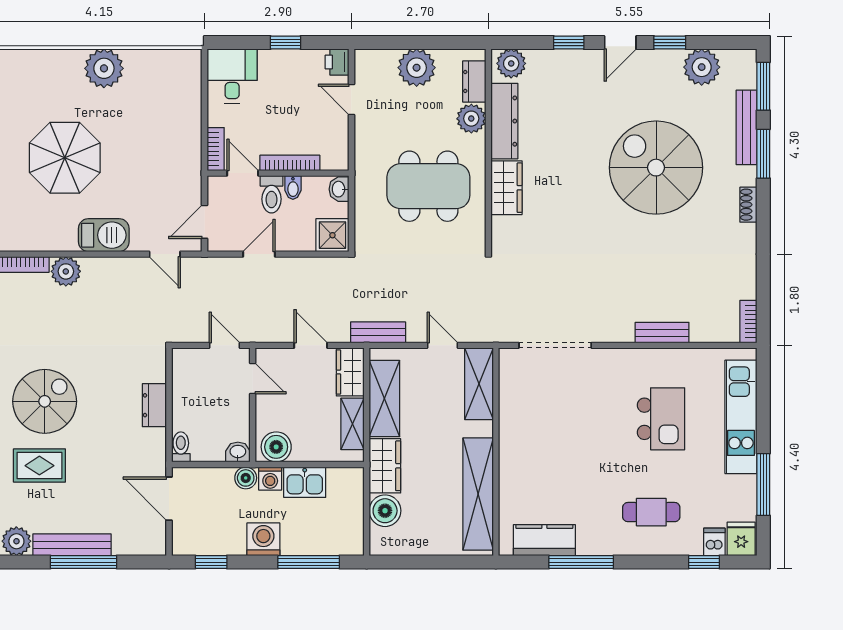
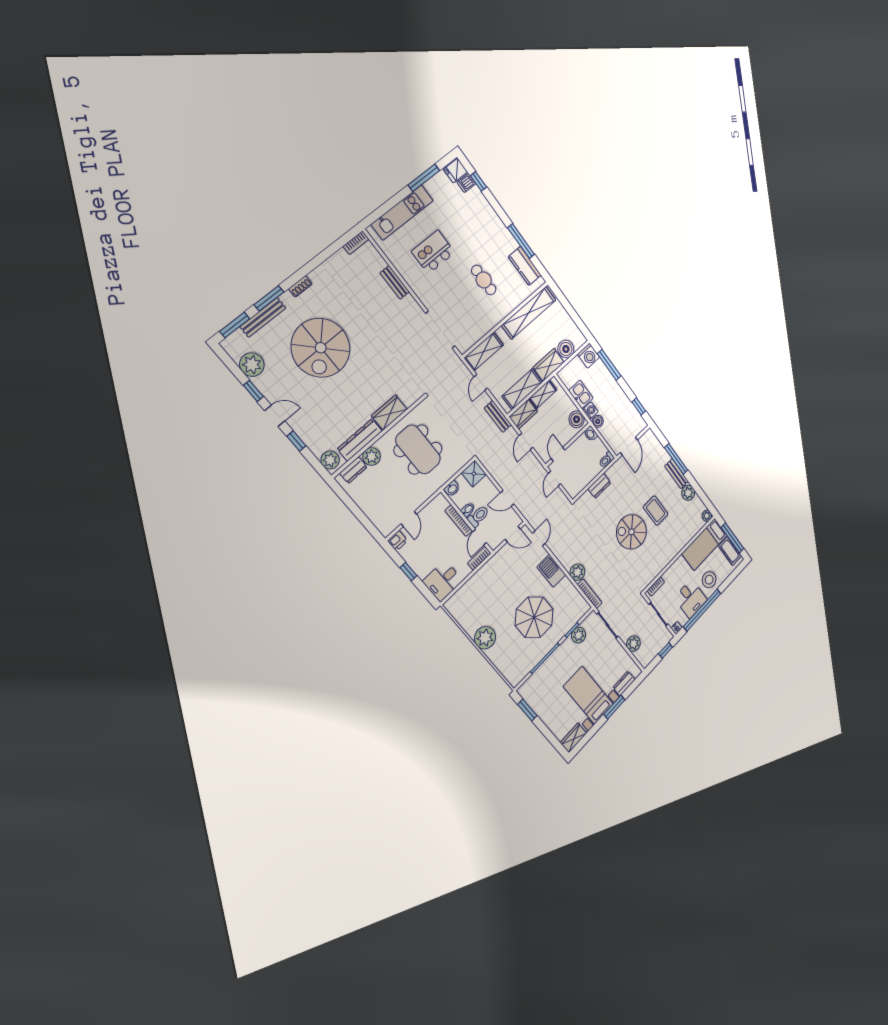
plant: (417, 68) -> (370, 503), removed
cafe table: (651, 512) -> (484, 280), moved
washing machine: (263, 539) -> (589, 356), moved, turned -90
bench: (72, 545) -> (677, 474), width x0.73

